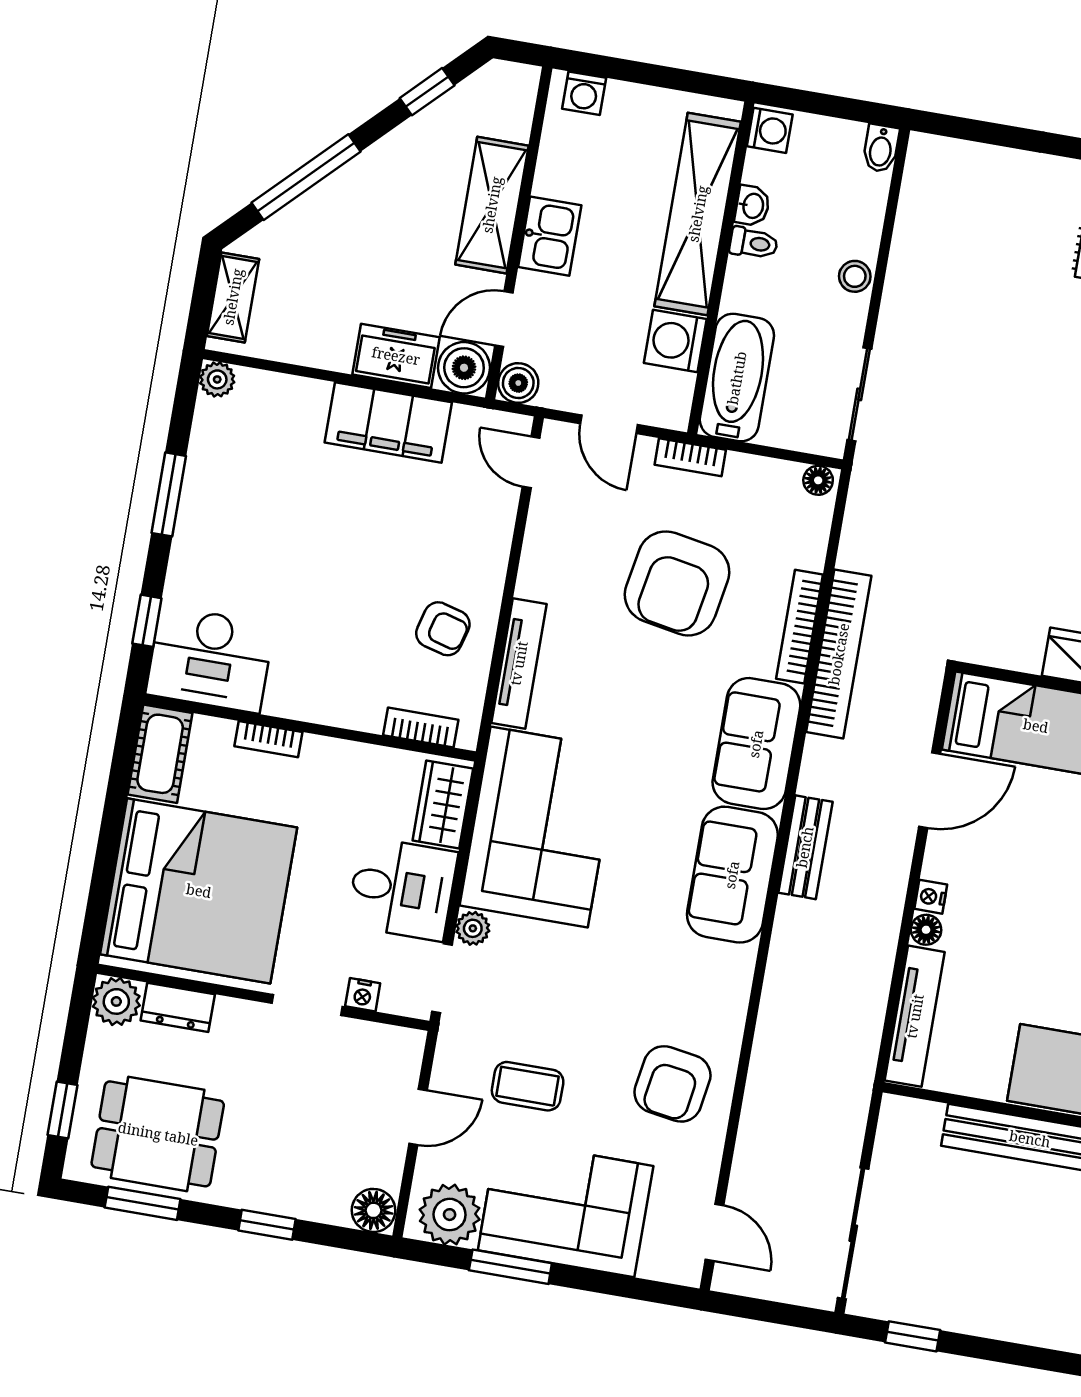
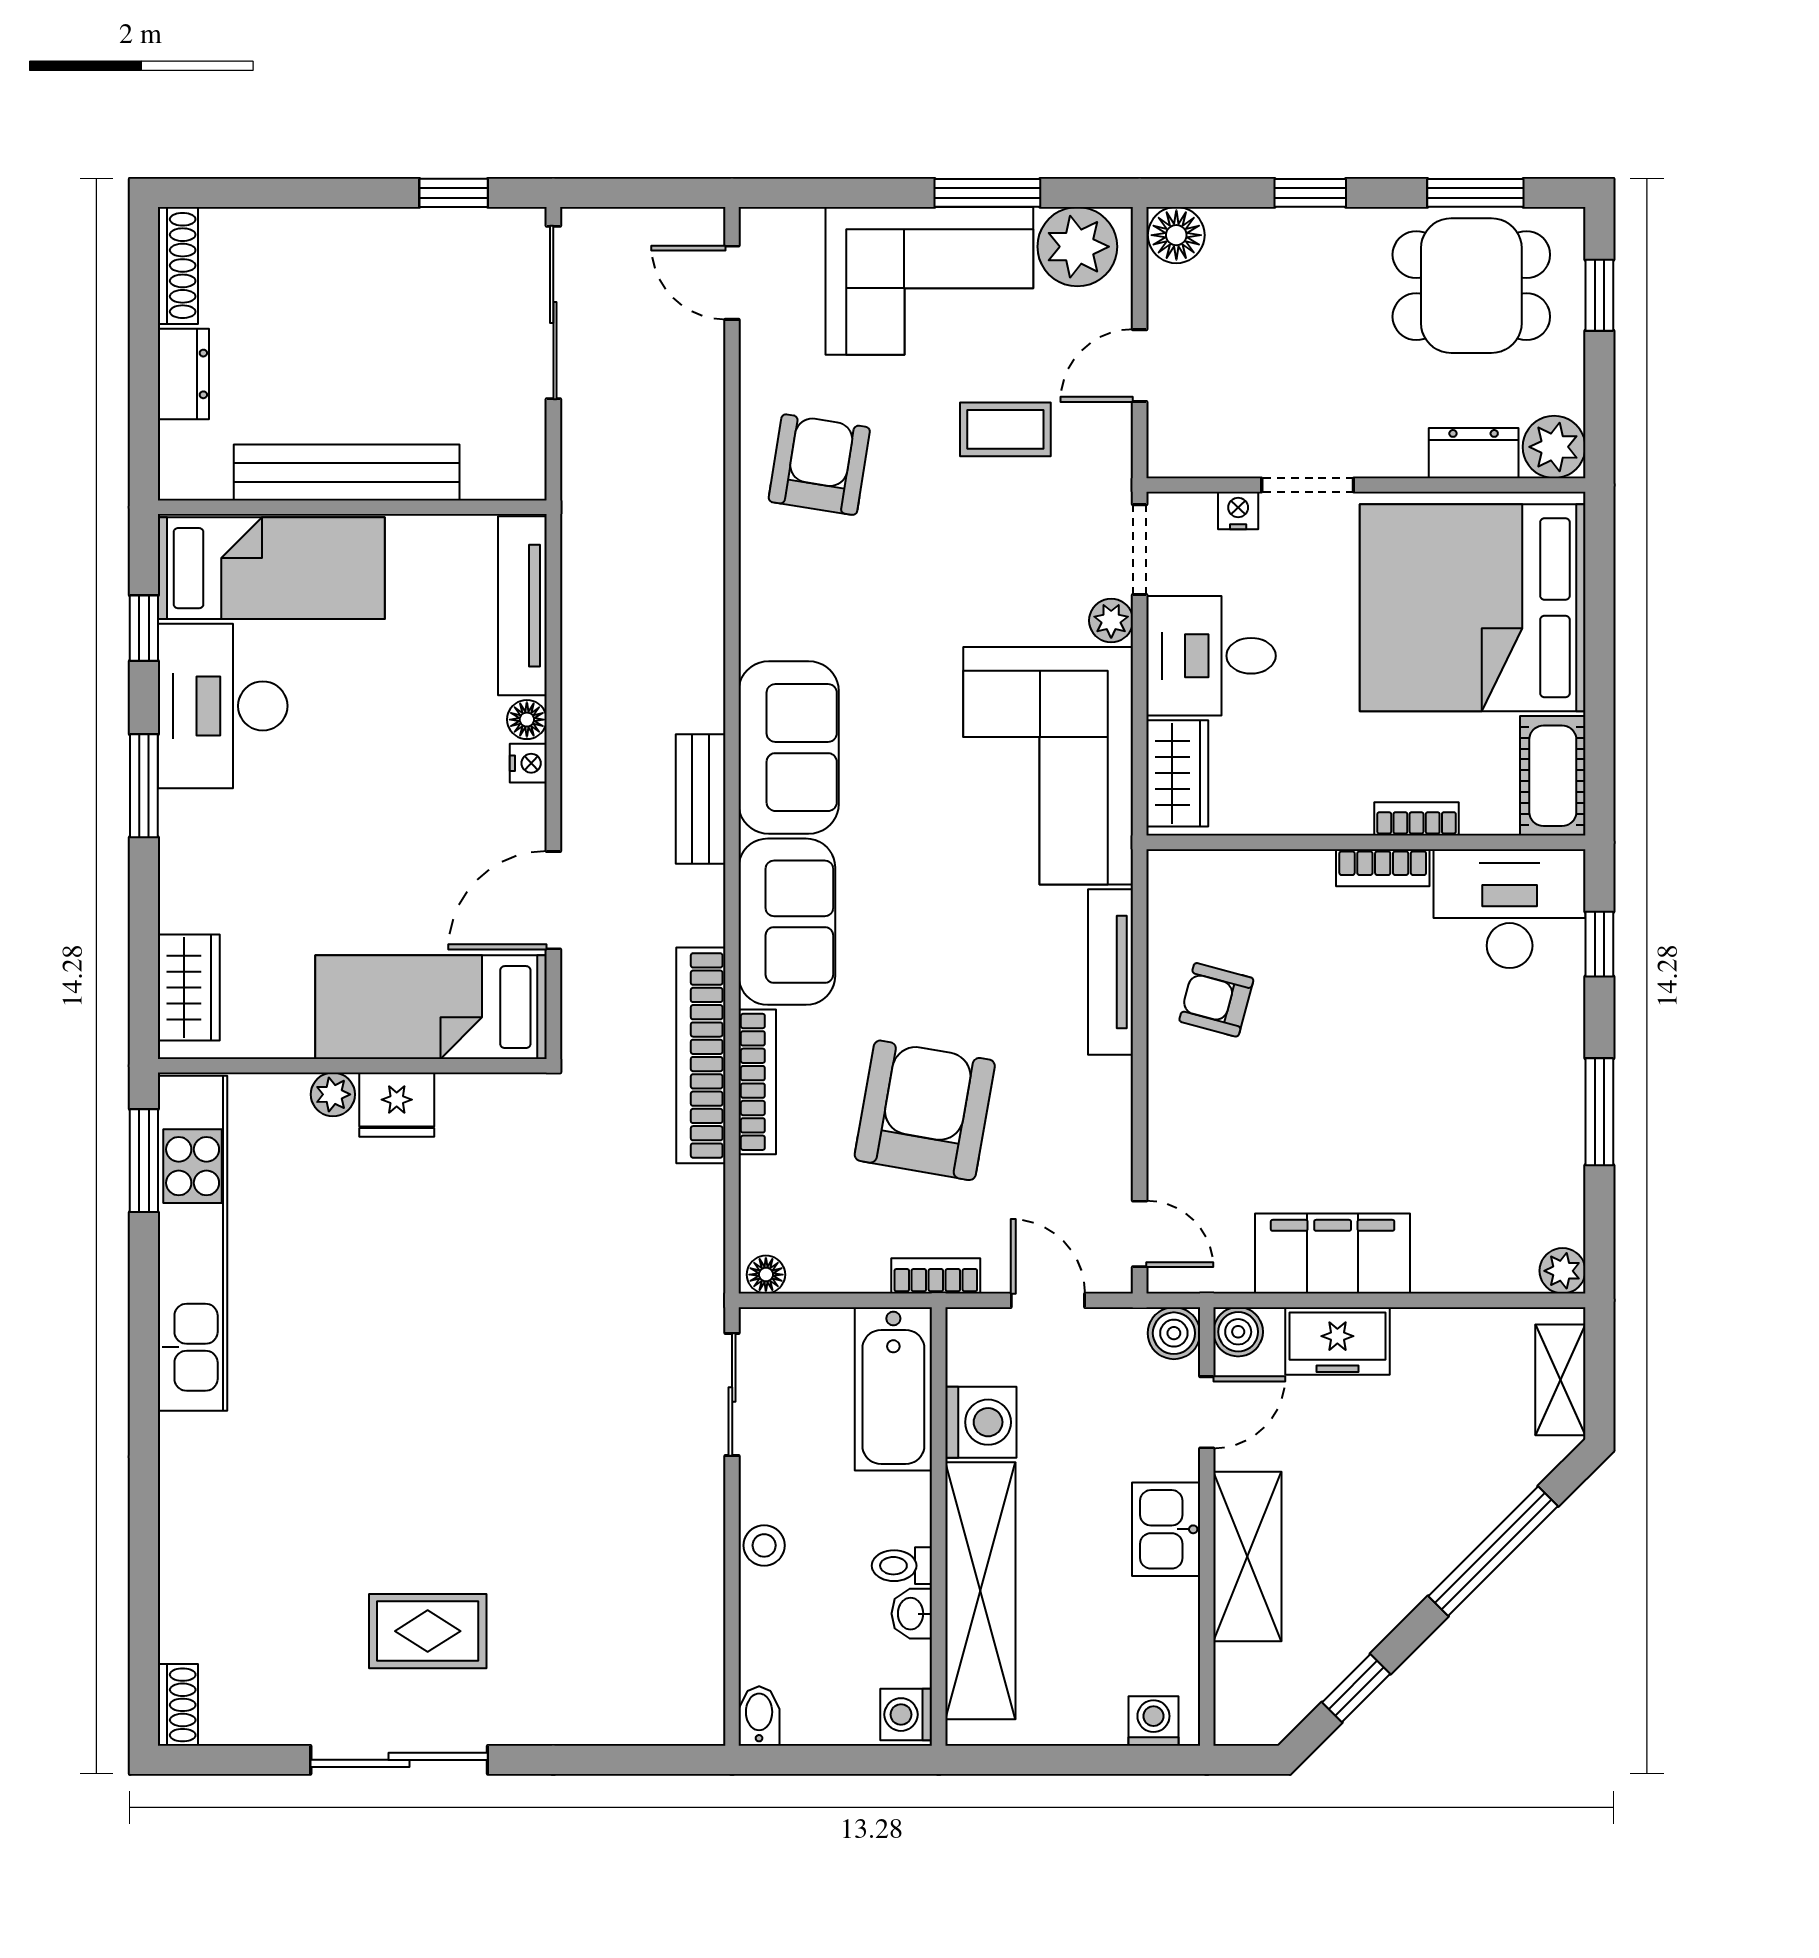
boiler: (464, 368) -> (1238, 1332), width x0.73, depth x0.73
bookcase: (421, 727) -> (1383, 868), moved

